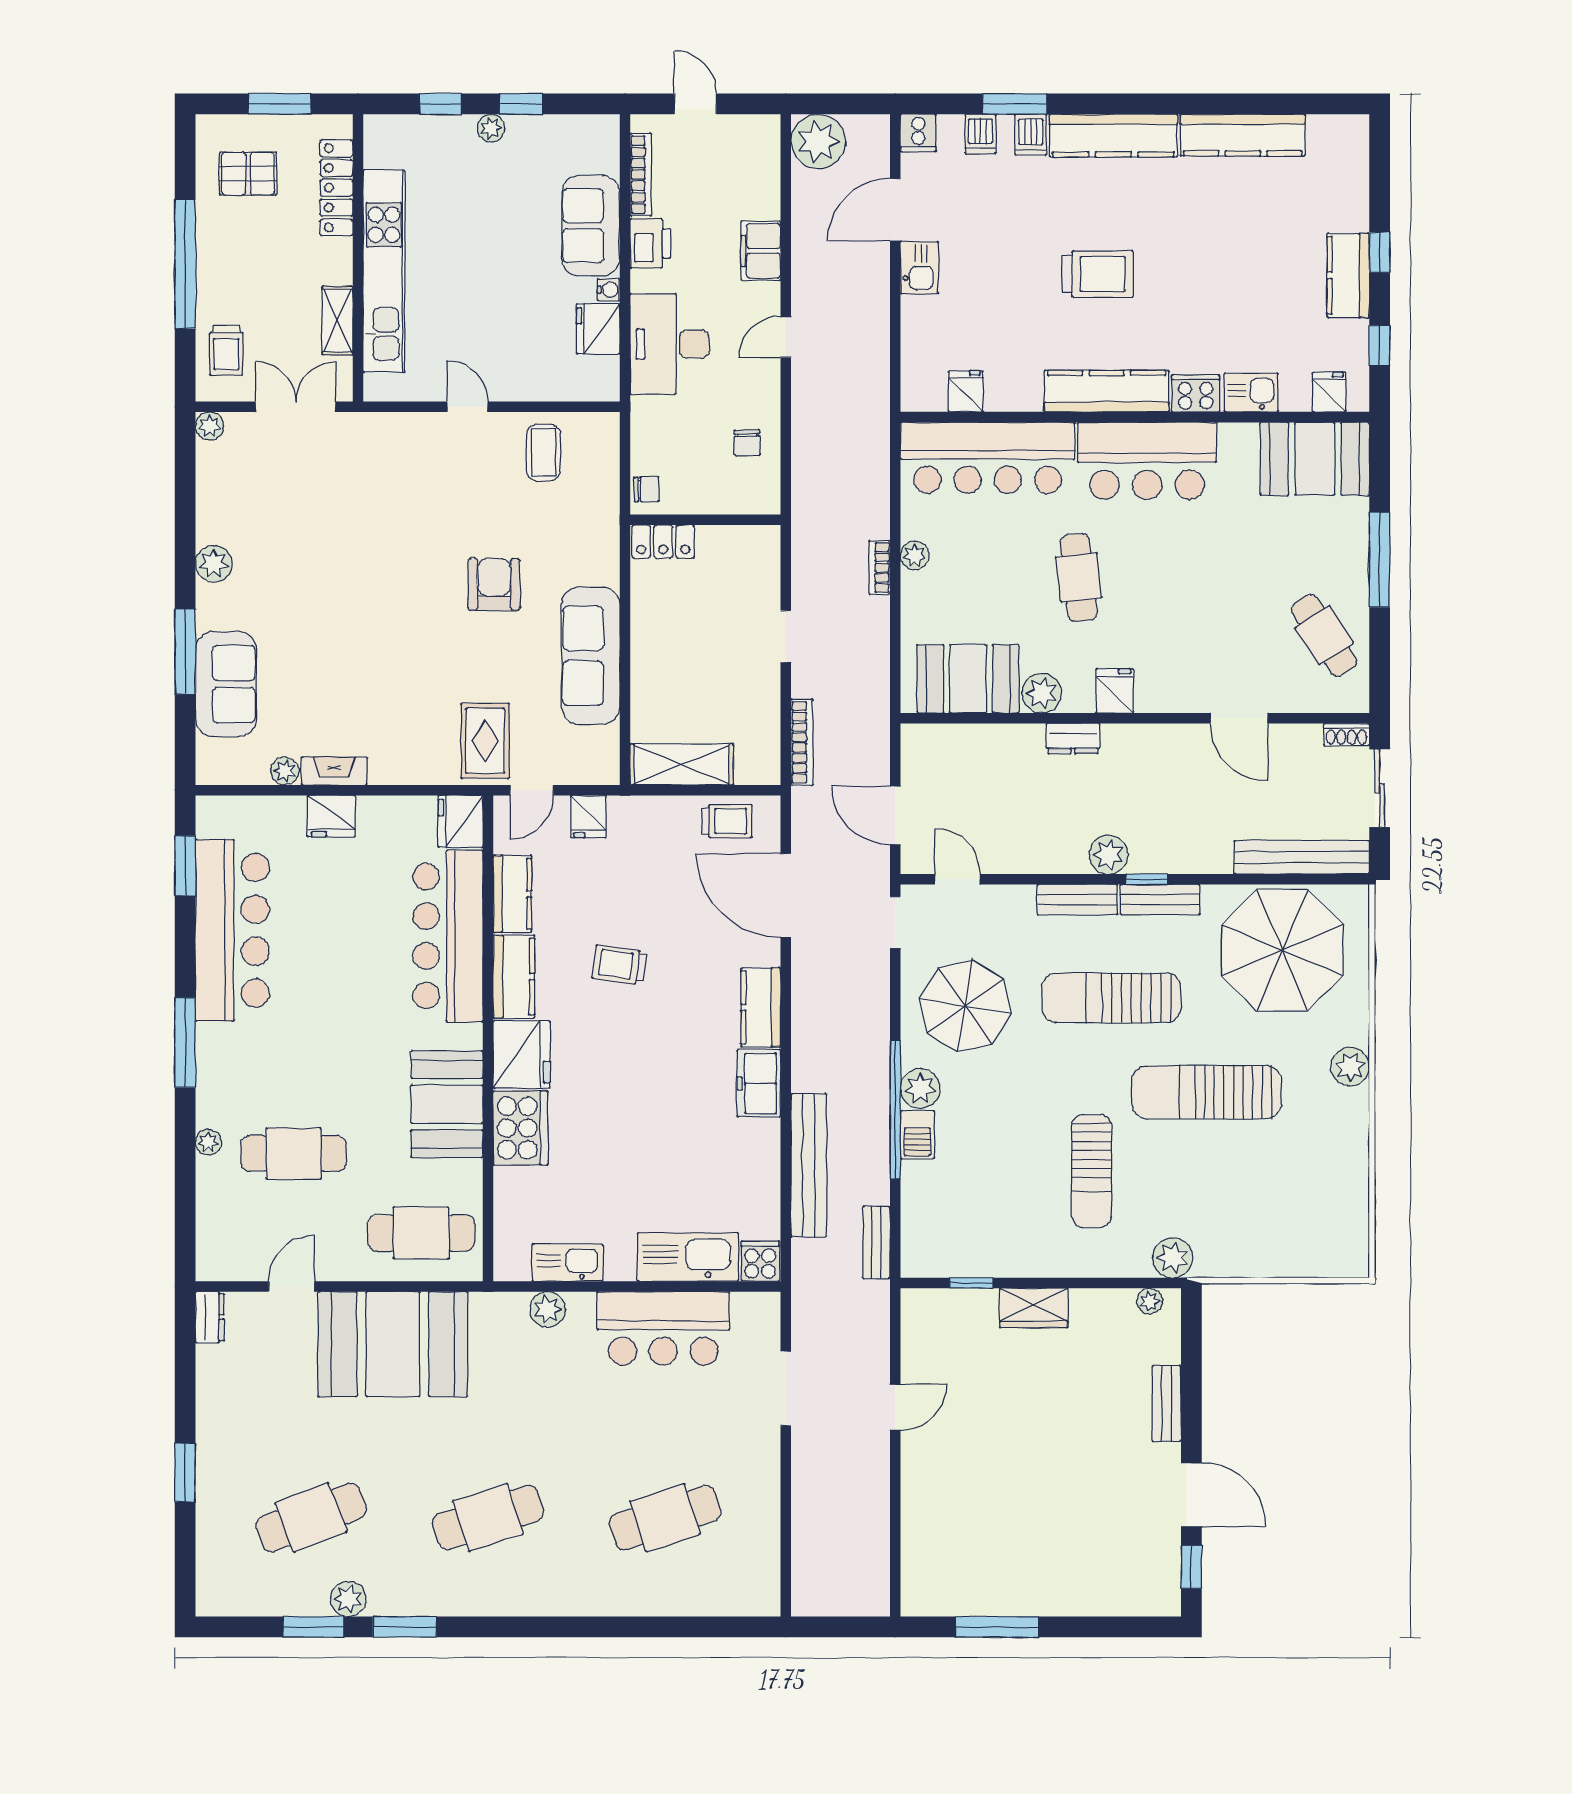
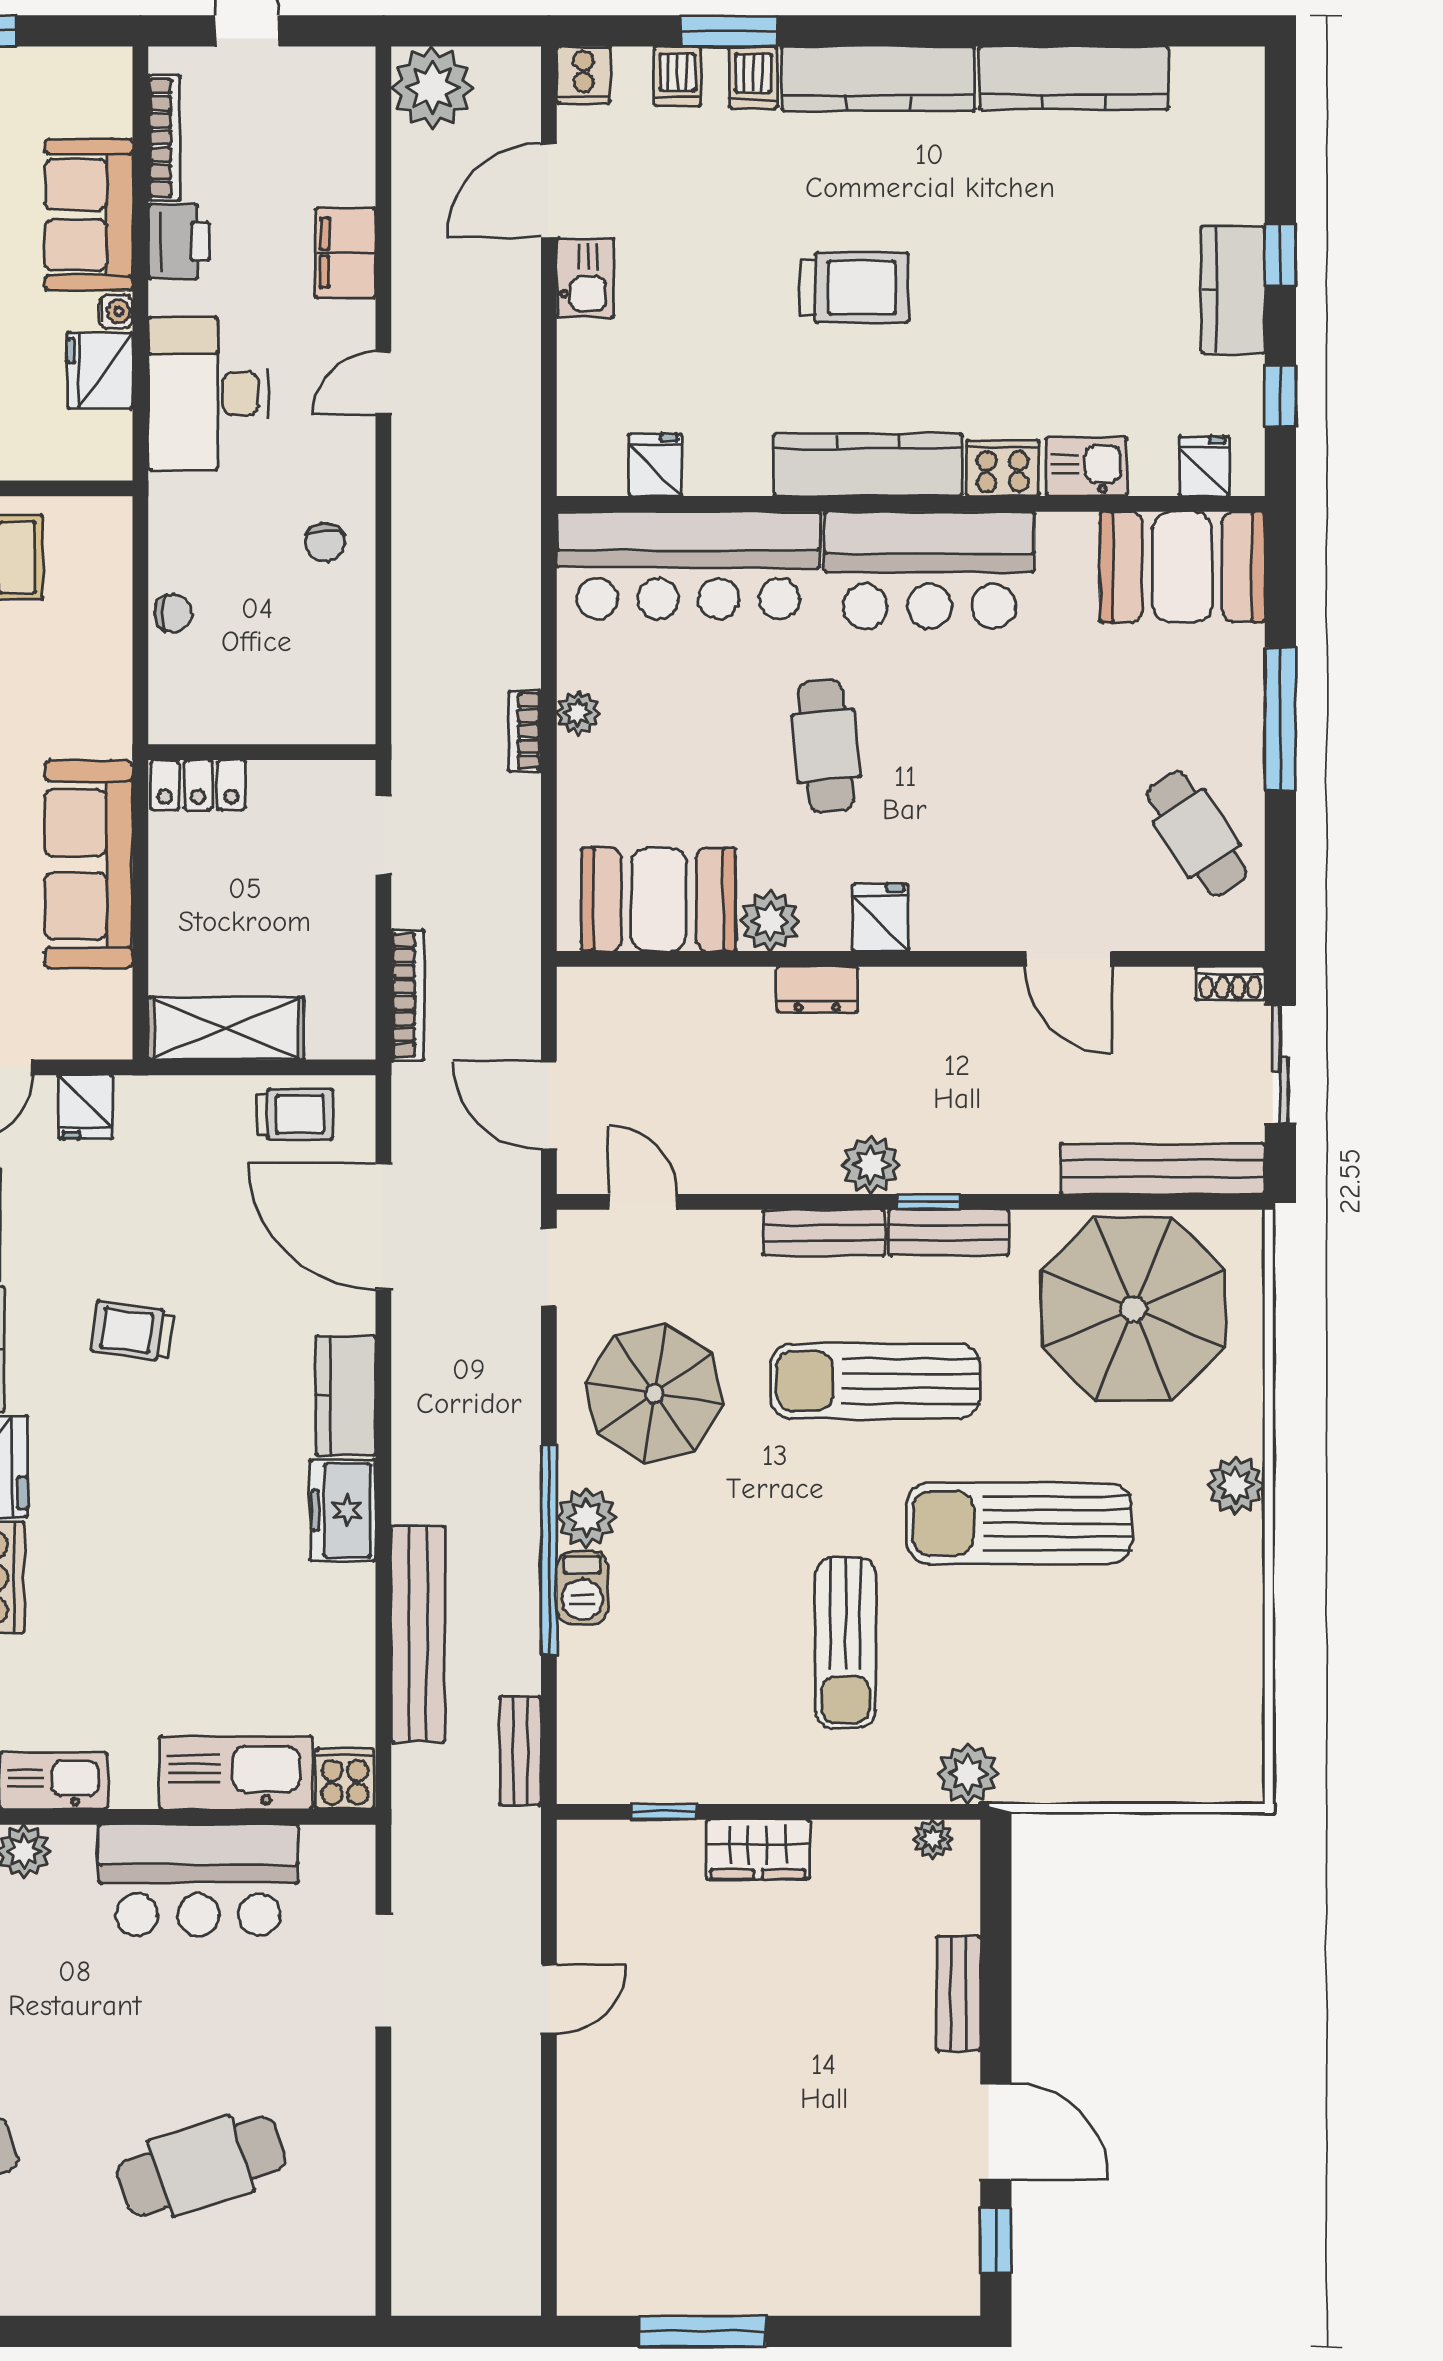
wall: (705, 520) -> (262, 752), moved
locker: (663, 542) -> (198, 785), moved

